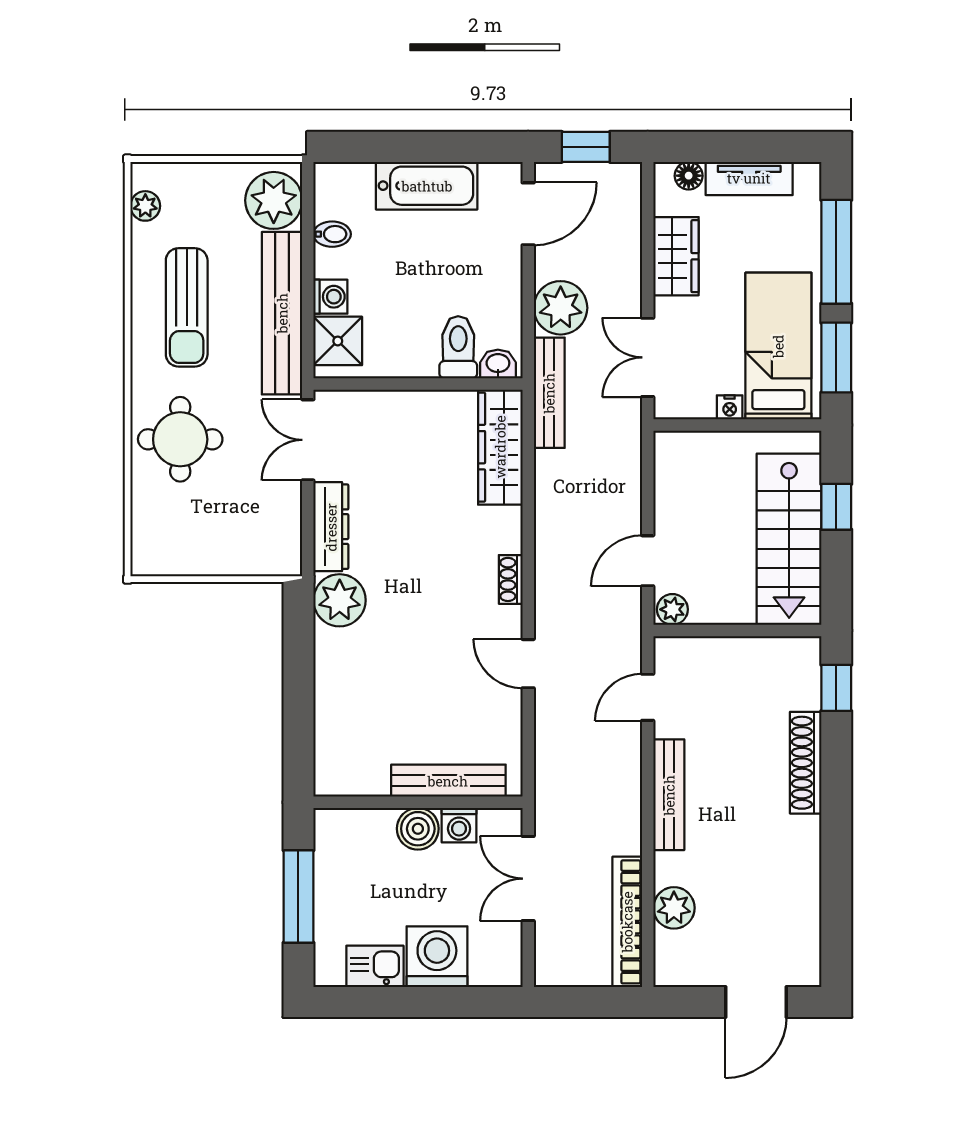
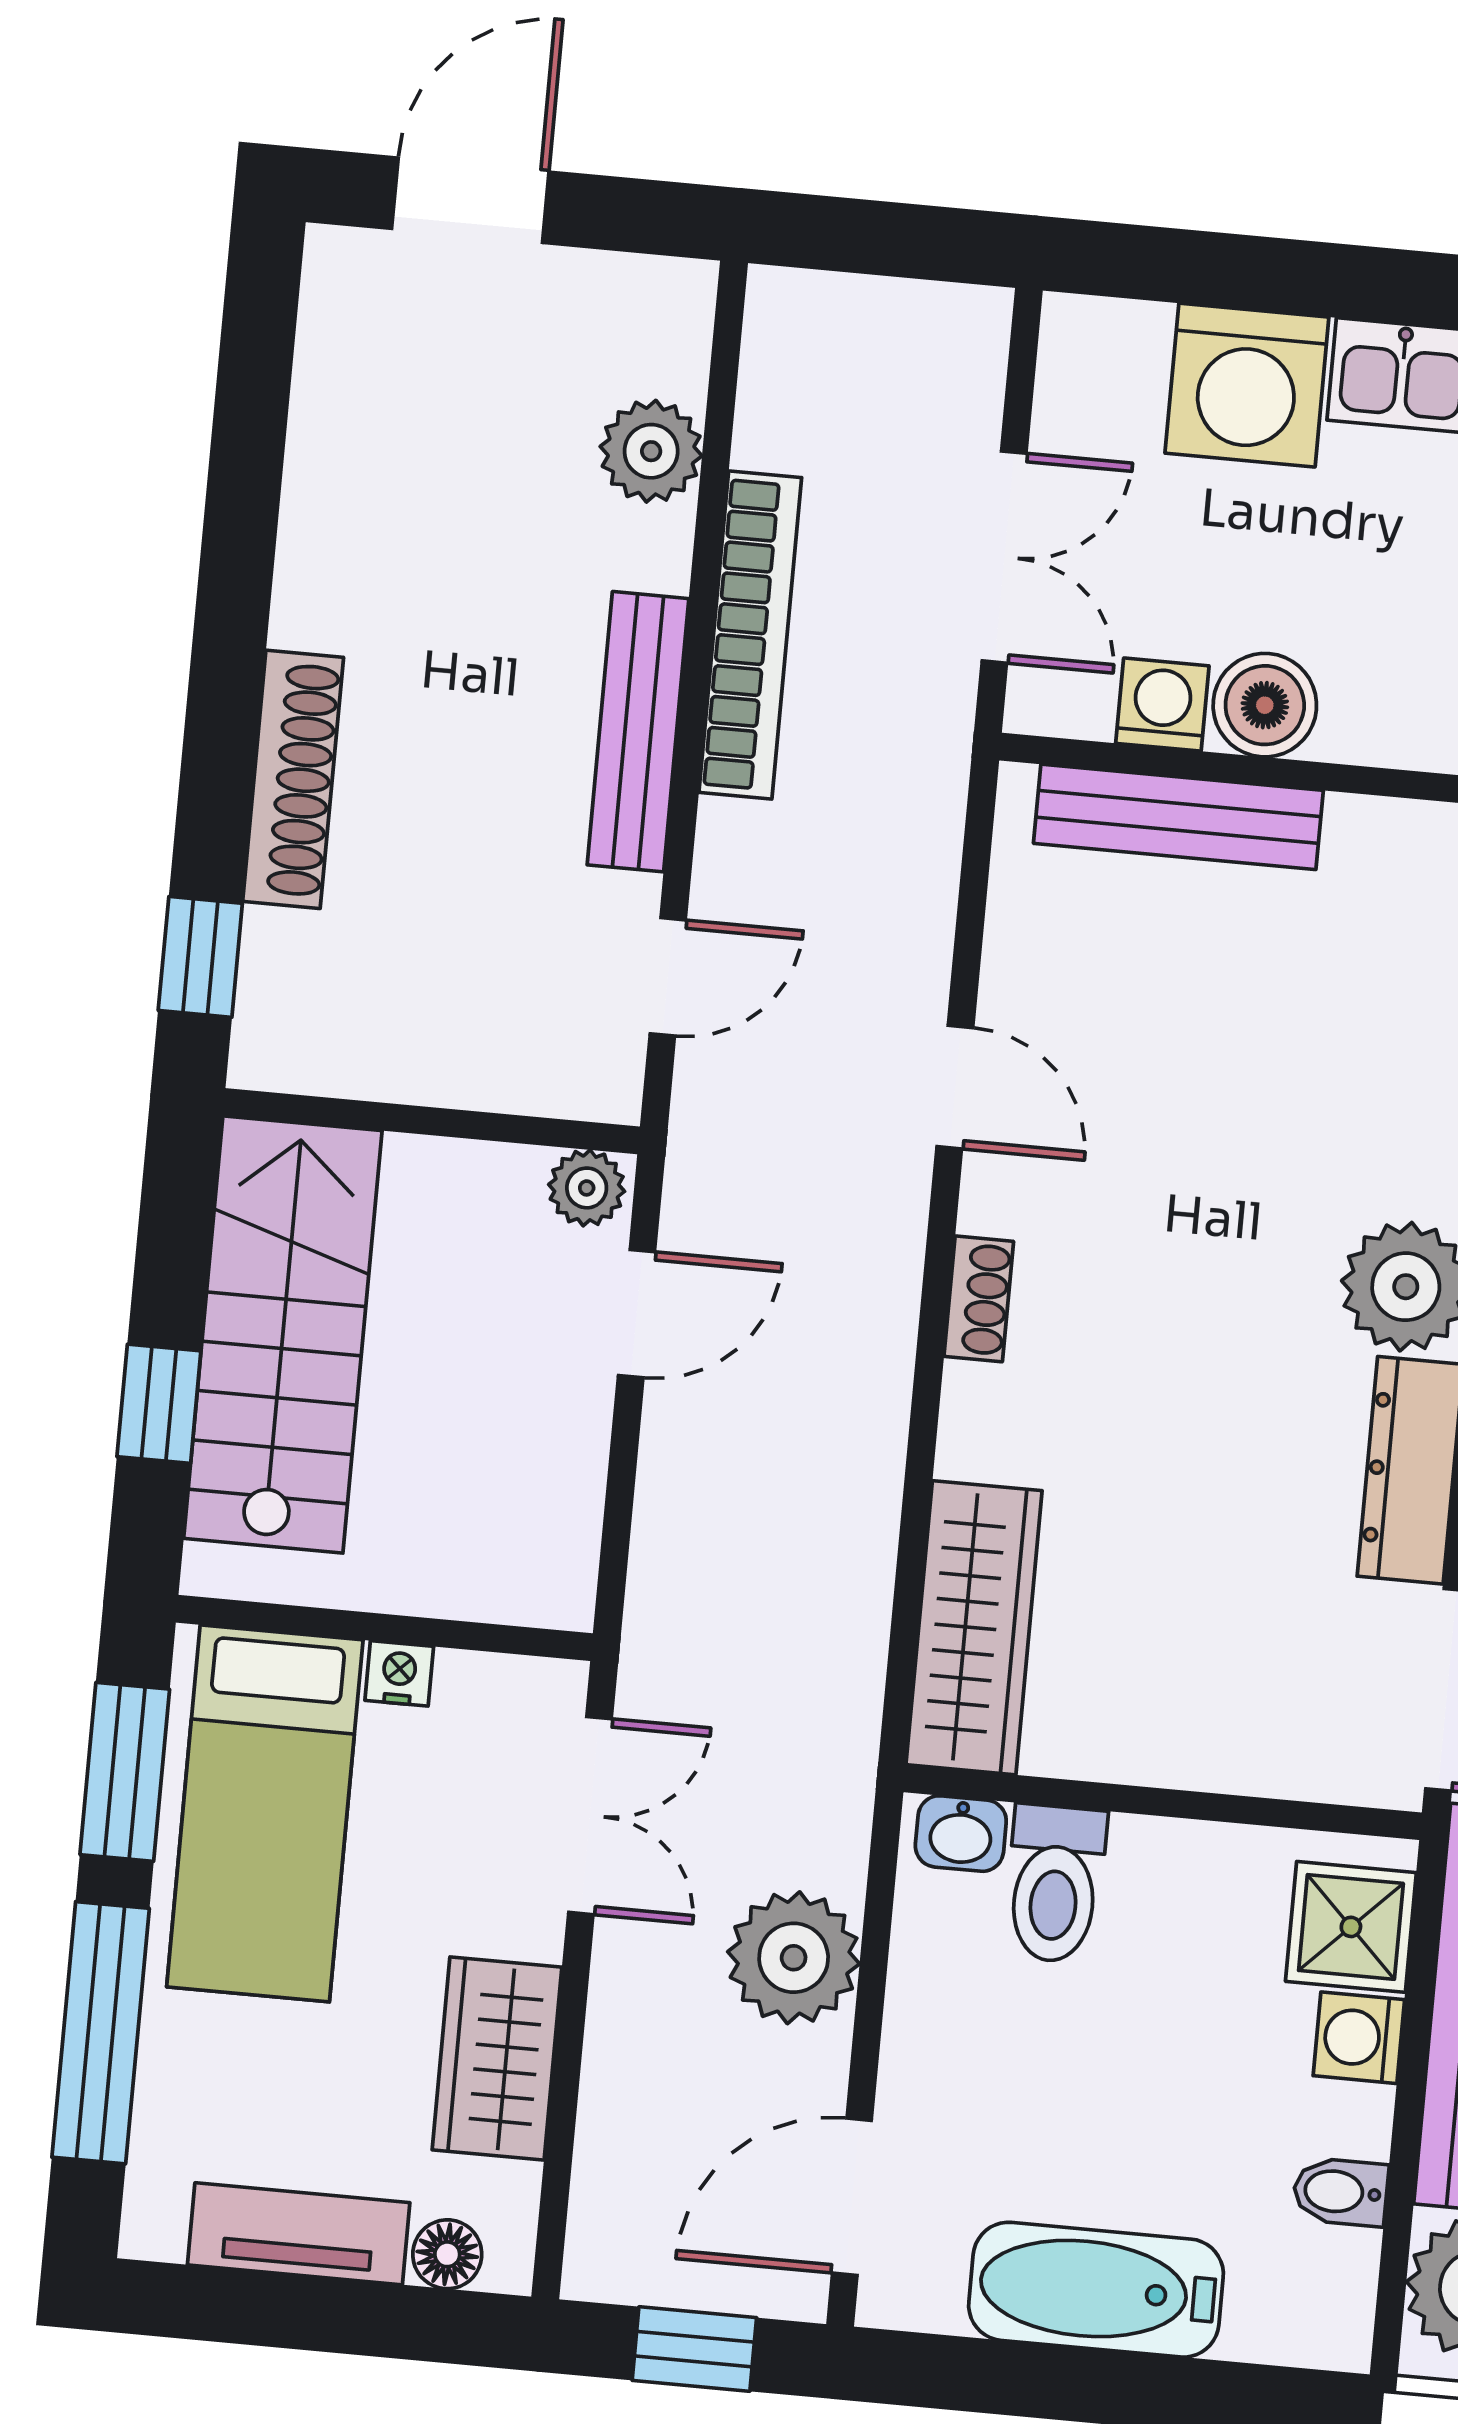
bench: (549, 393) -> (841, 1751), removed
bookcase: (627, 922) -> (750, 635), moved

